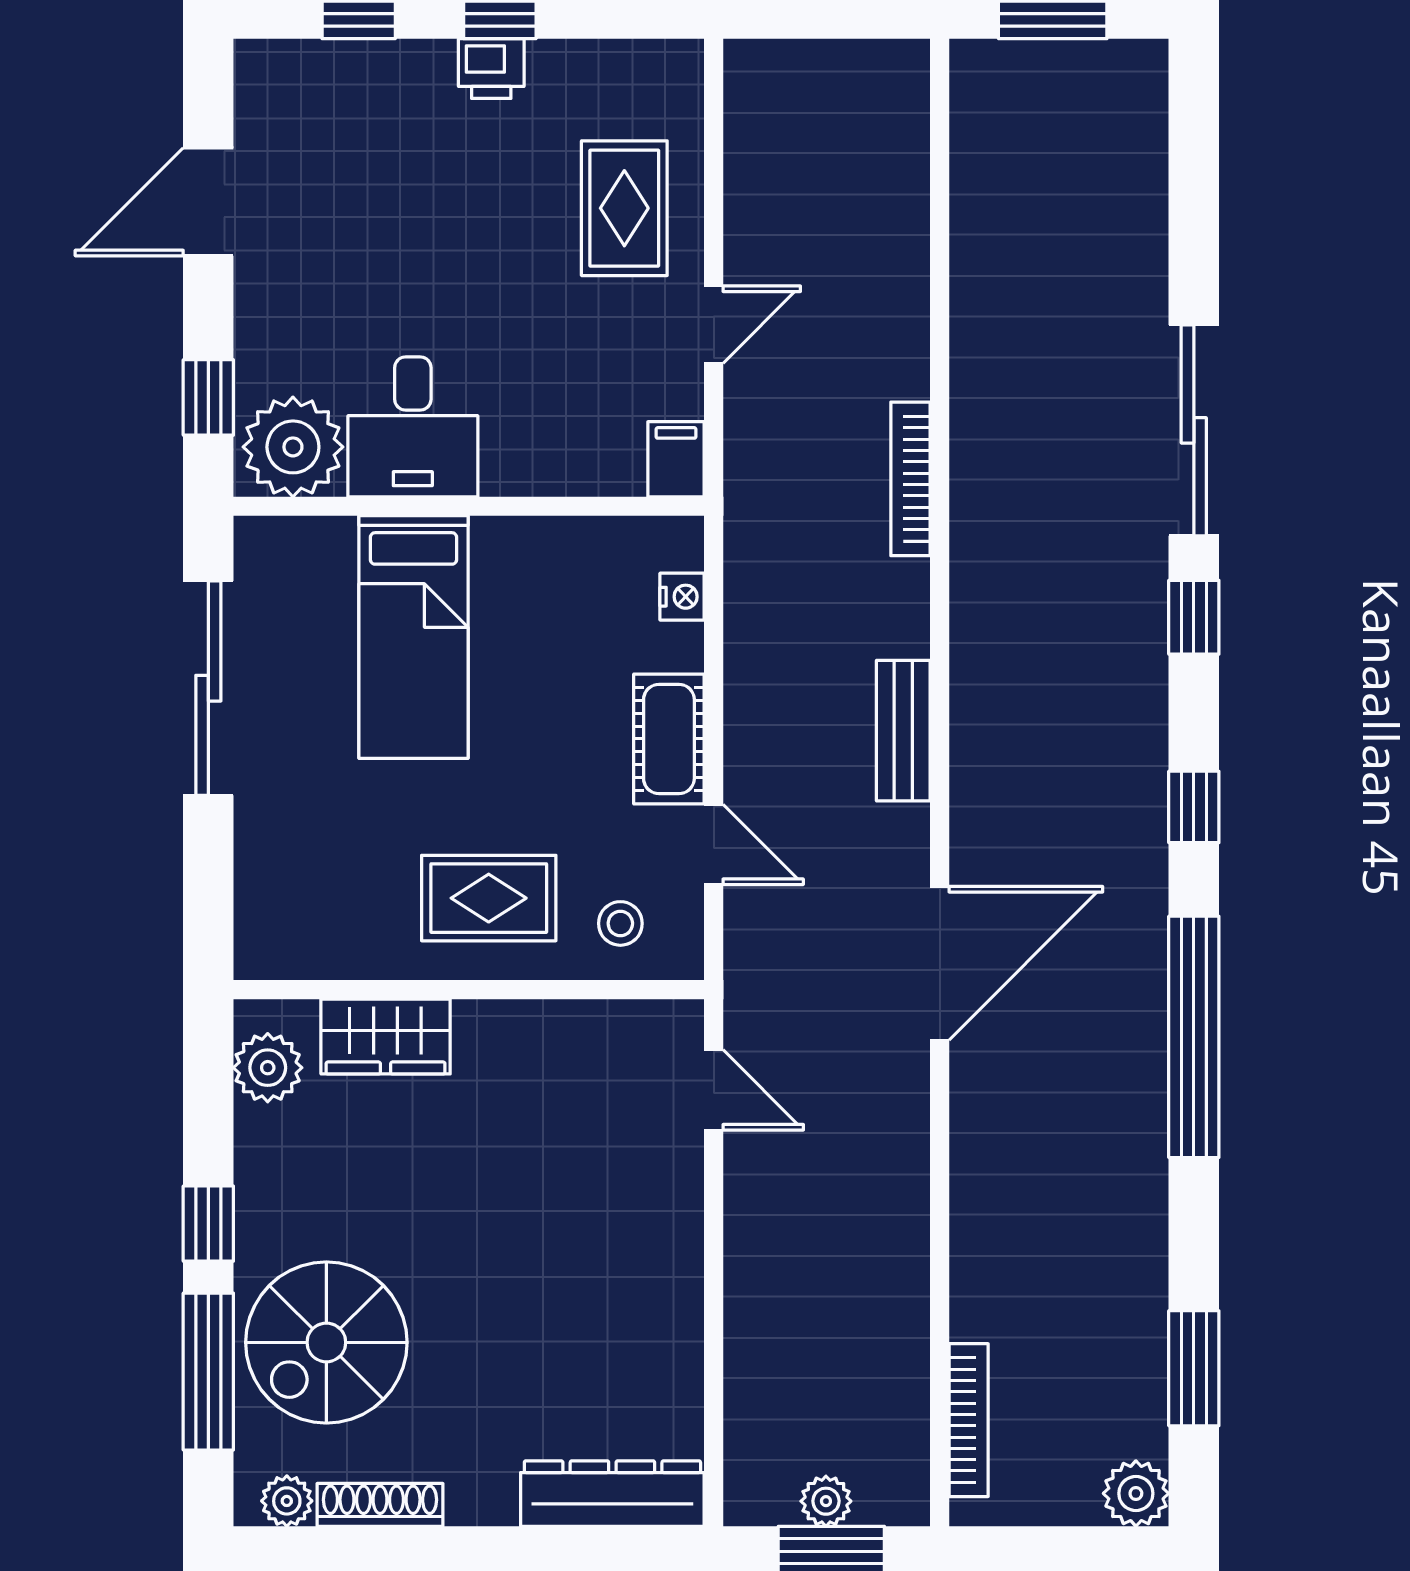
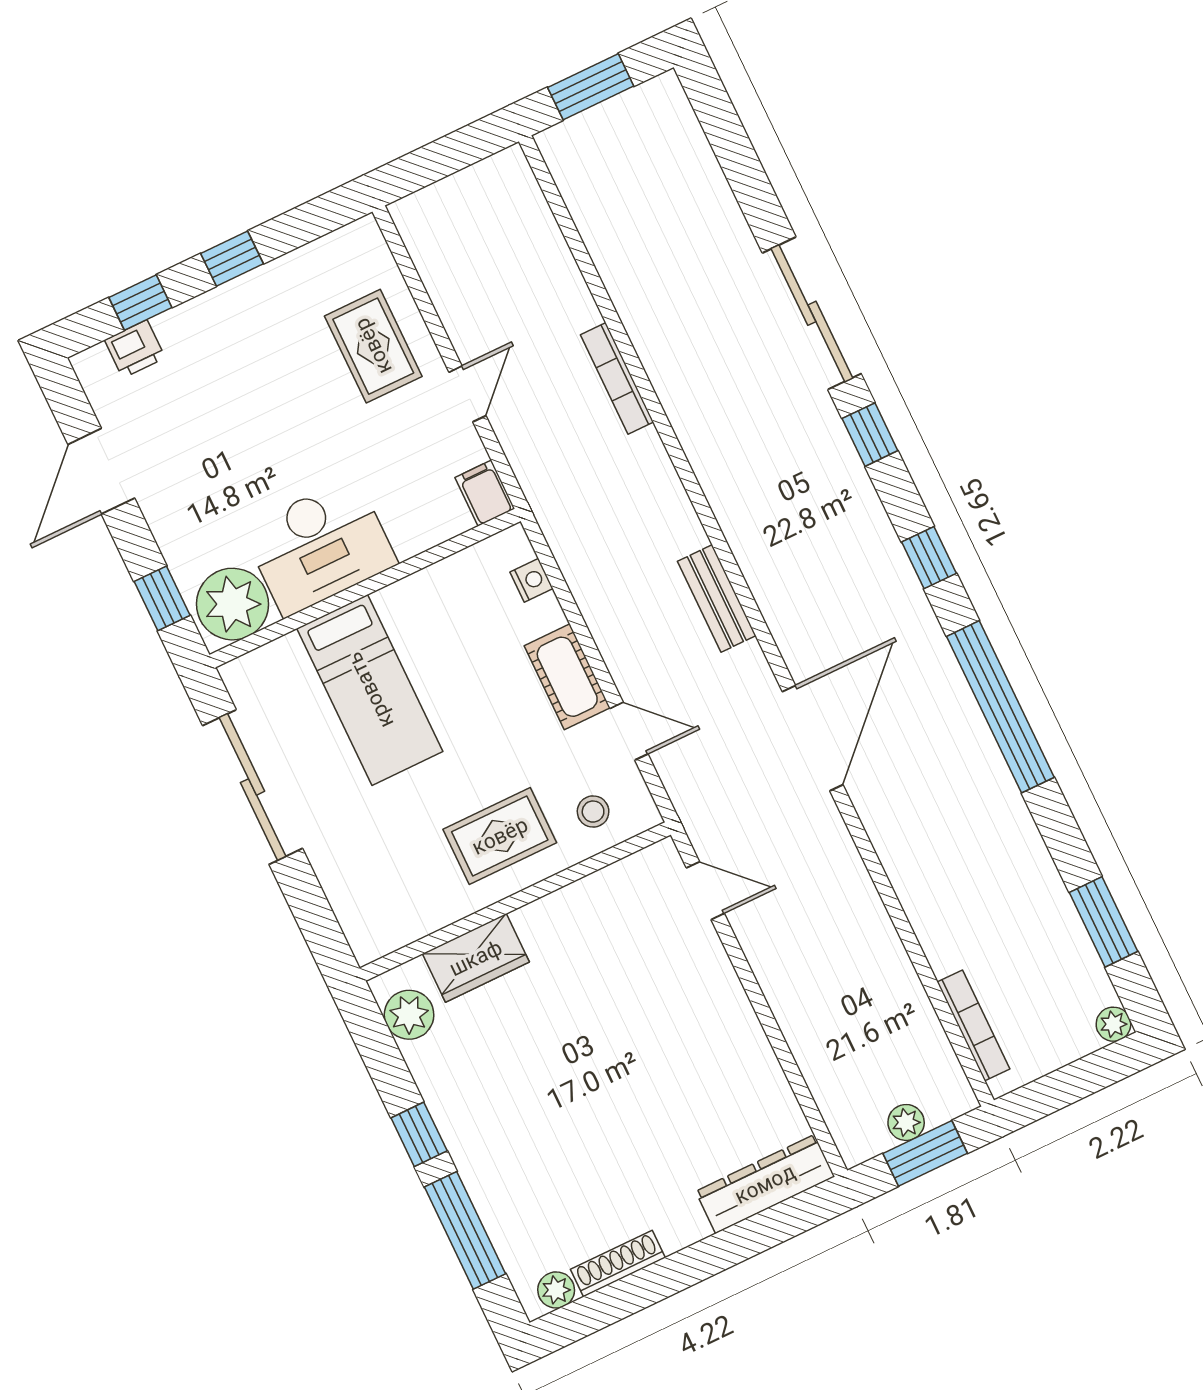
printer: (491, 69) -> (135, 349), moved
desk: (413, 427) -> (320, 546), width x1.37
bookcase: (911, 479) -> (617, 378), moved
spiral stairs: (326, 1342) -> (533, 1175), removed
plant: (1136, 1493) -> (1113, 1024), width x0.73, depth x0.73

